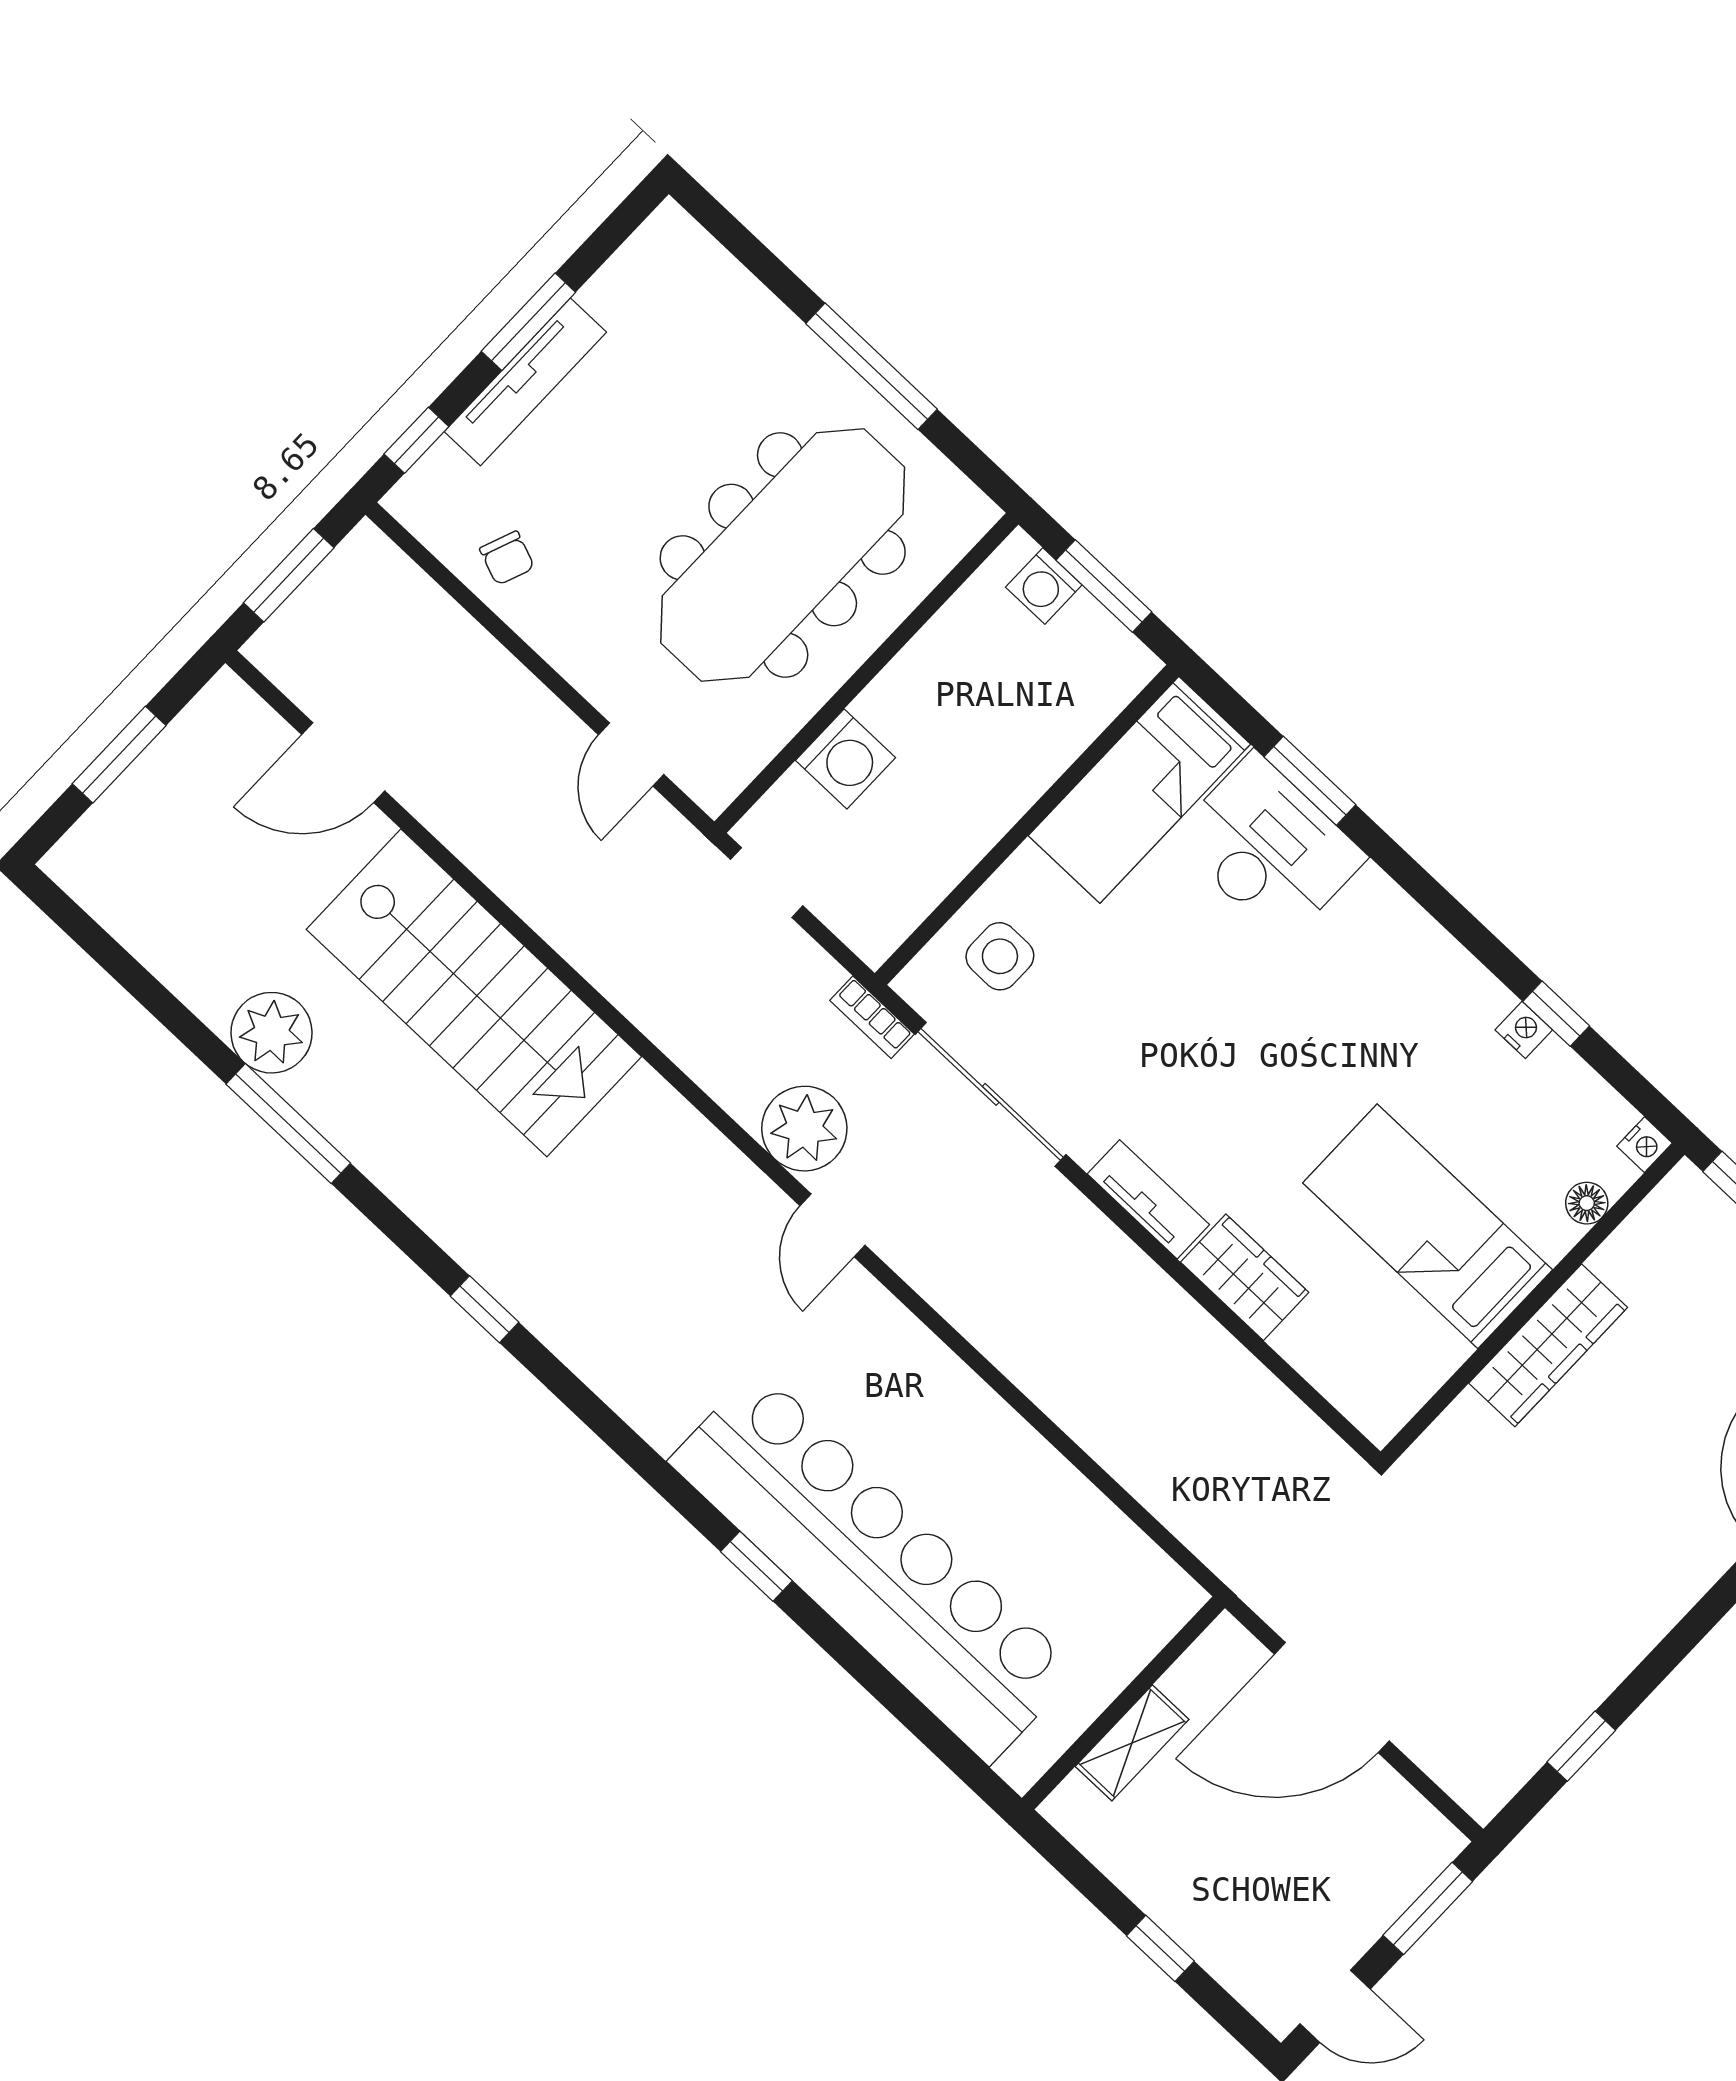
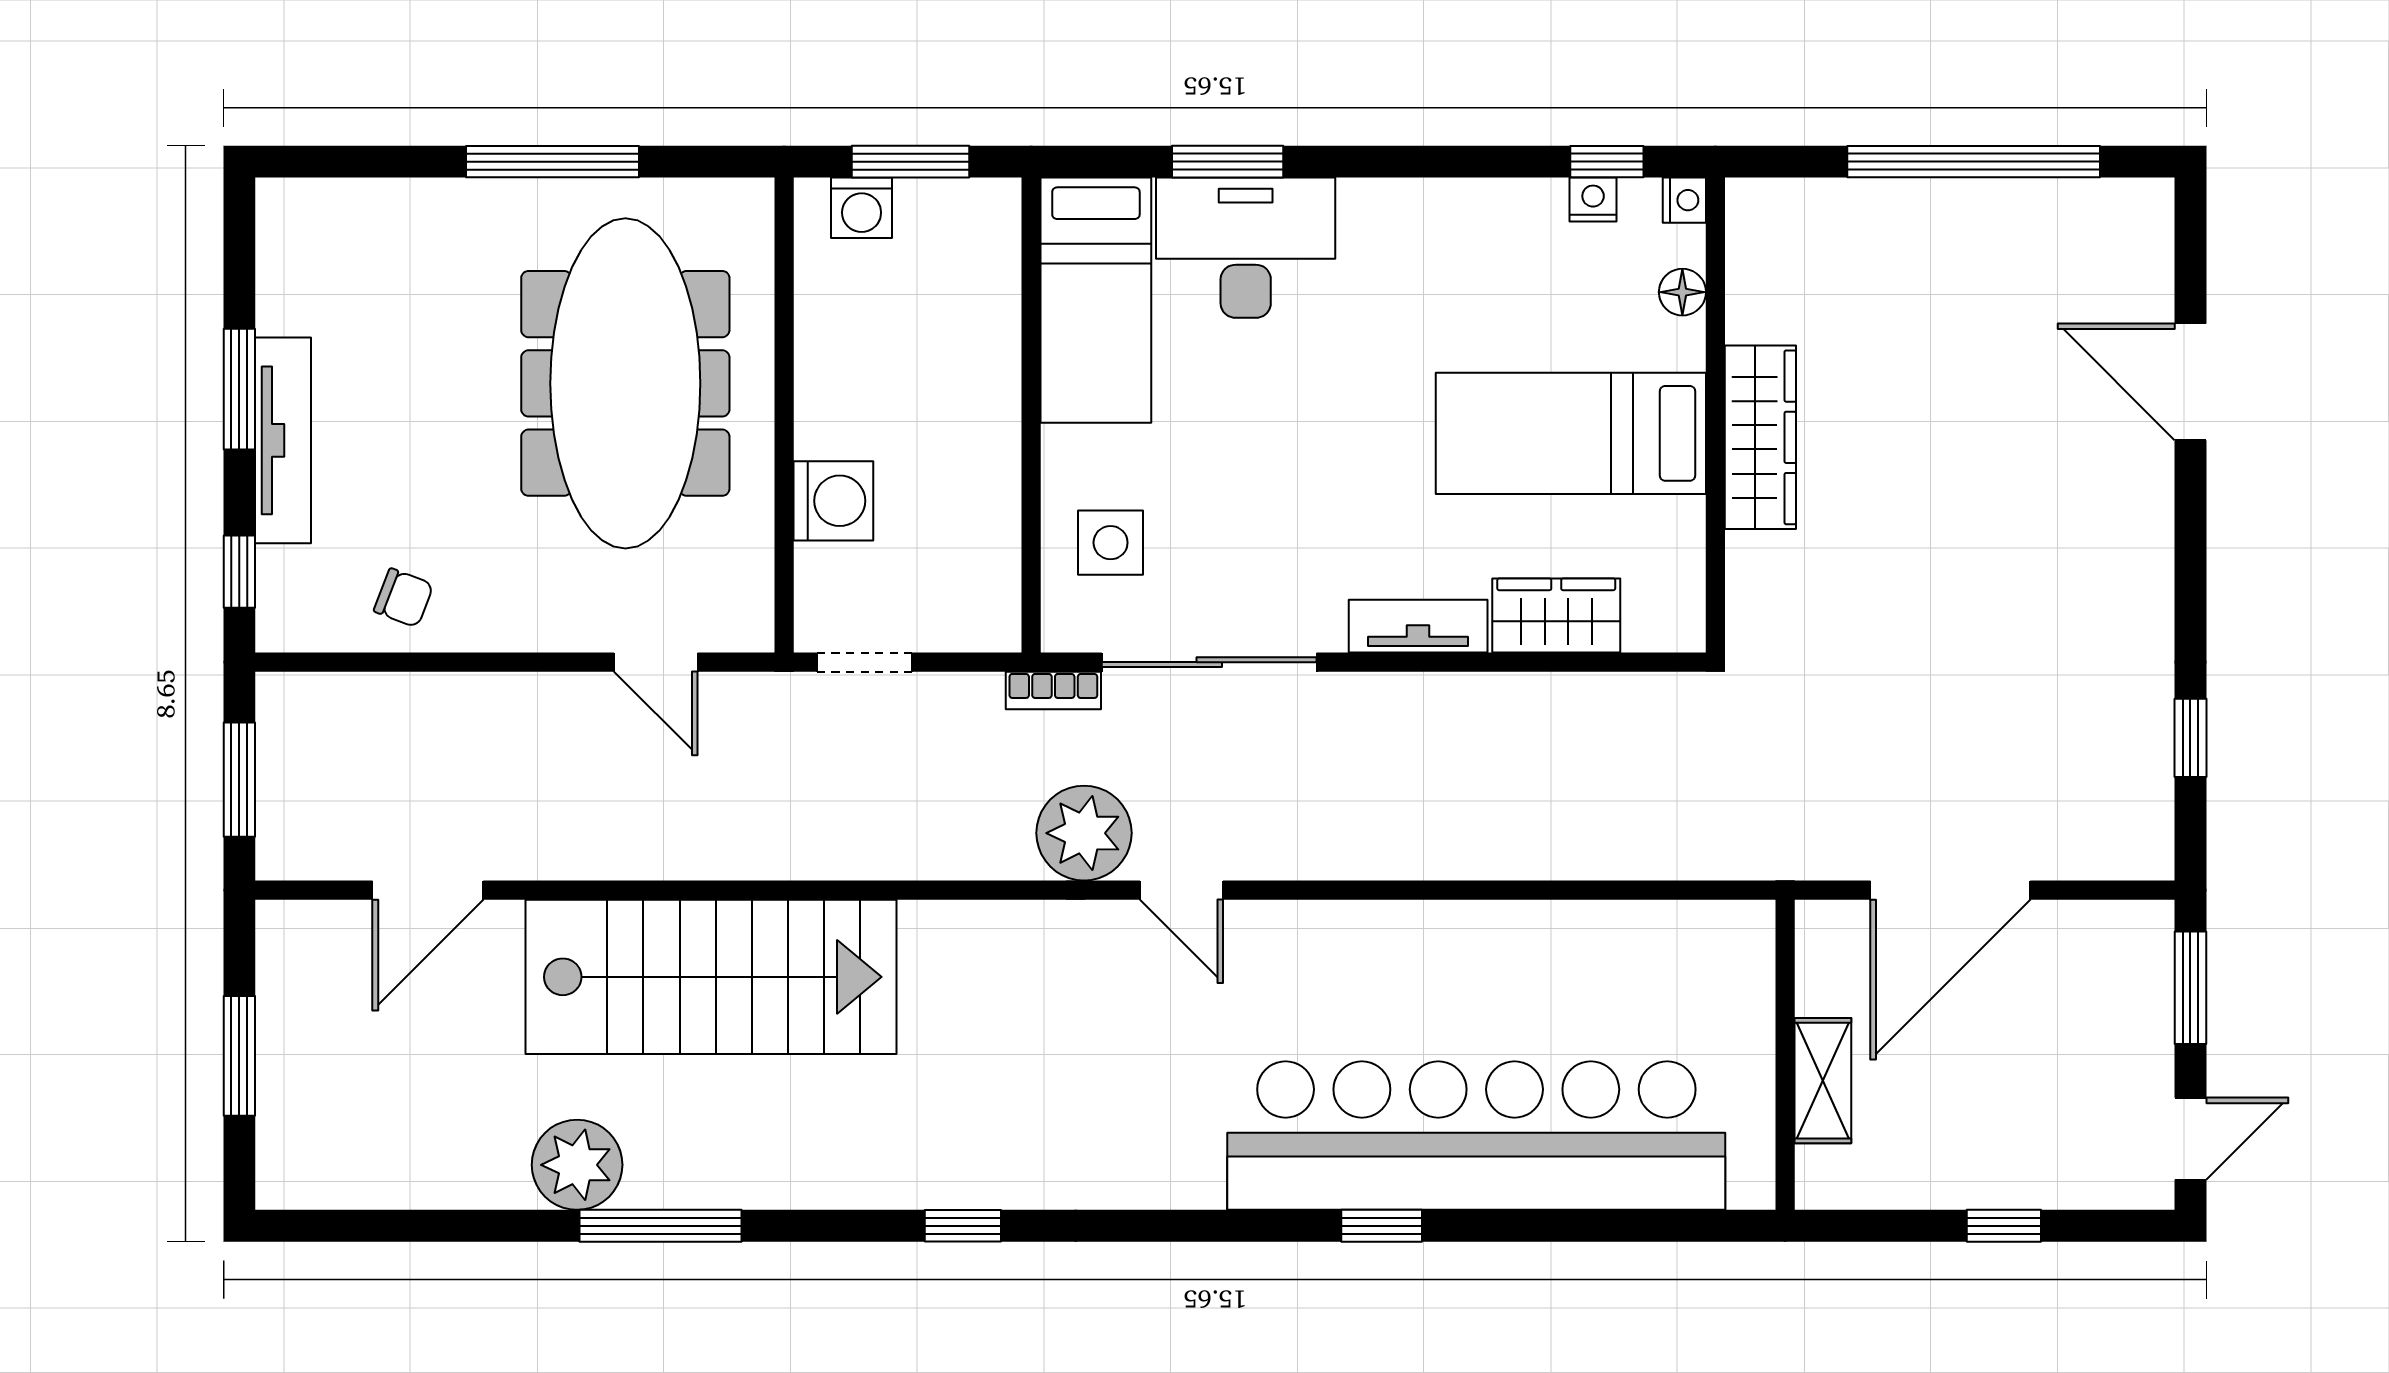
nightstand: (1644, 1145) -> (1684, 200), moved
floor lamp: (1587, 1203) -> (1682, 292), moved
bed: (1428, 1226) -> (1571, 433), moved
wall: (1533, 1303) -> (1715, 415), moved
wardrobe: (1548, 1345) -> (1760, 437), moved

